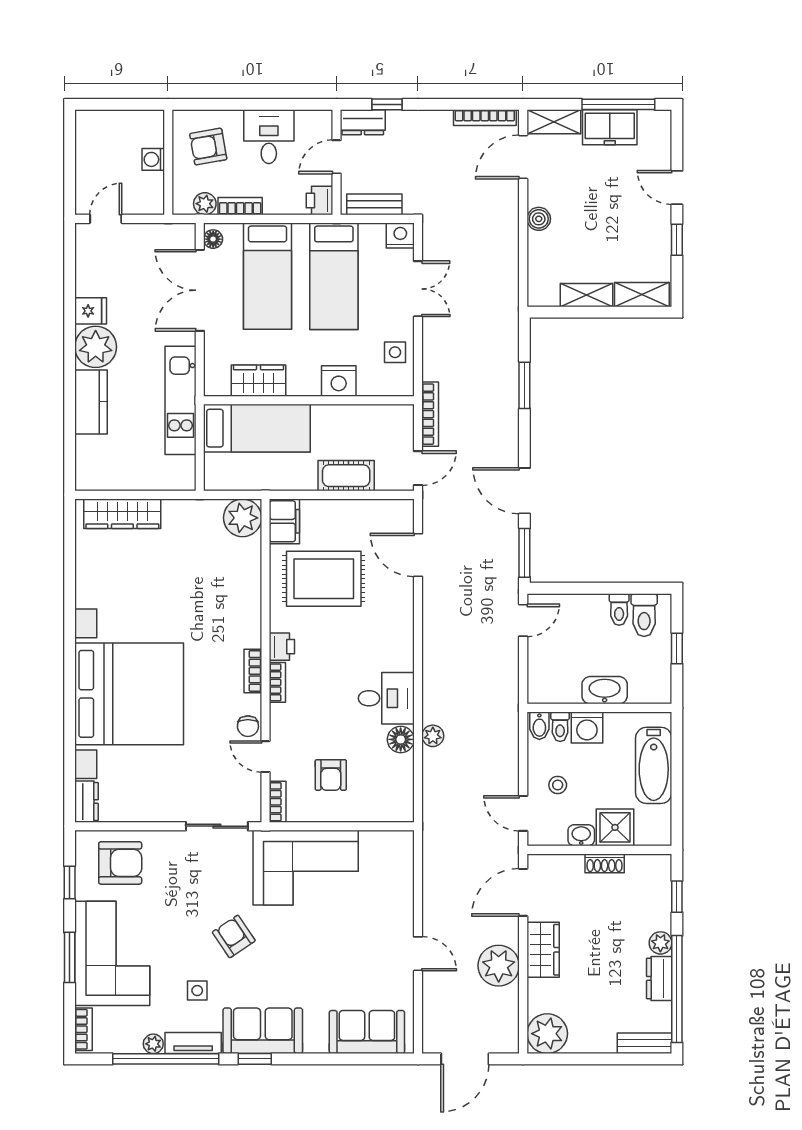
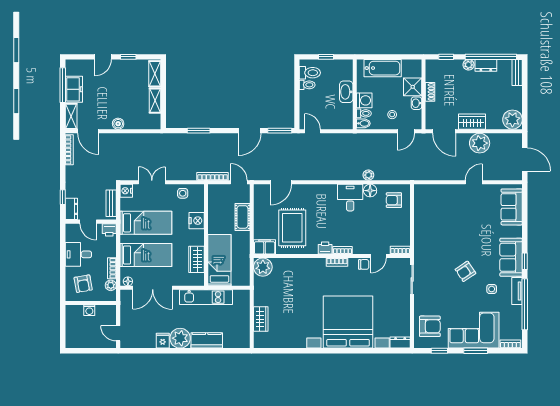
wardrobe: (122, 514) -> (261, 319), width x0.67
armchair: (331, 775) -> (394, 200), moved, turned 180
armchair: (120, 863) -> (430, 326), turned 90
corner sofa: (306, 868) -> (432, 237), removed
plant: (153, 1044) -> (517, 310), removed

